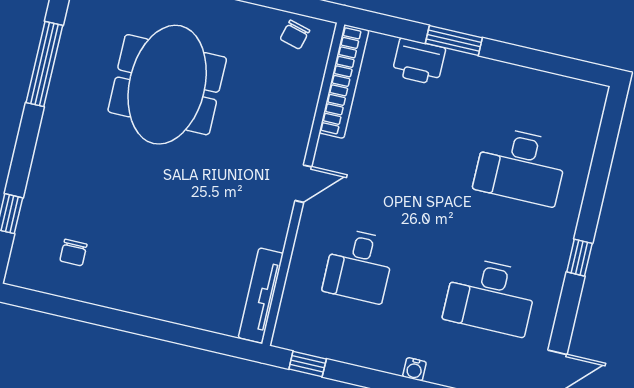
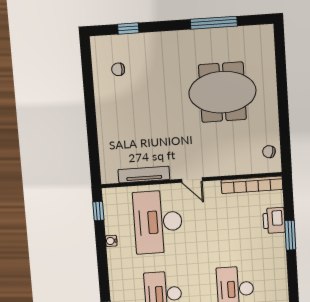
desk: (359, 266) -> (158, 222), width x1.87, depth x1.30
tv unit: (261, 296) -> (144, 175), moved
water cooler: (414, 369) -> (111, 241), moved

